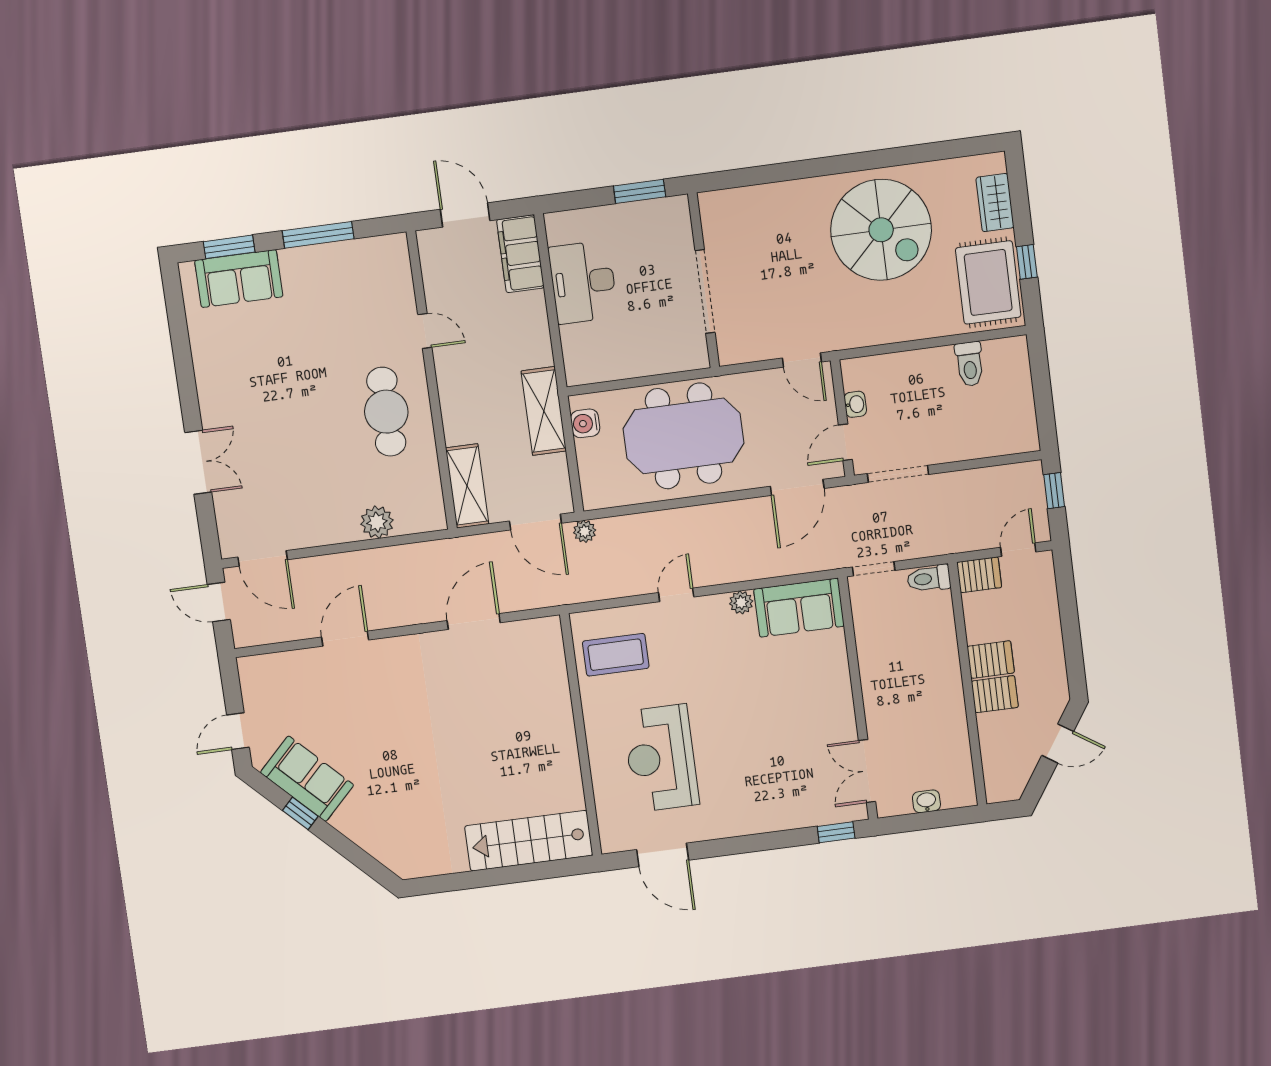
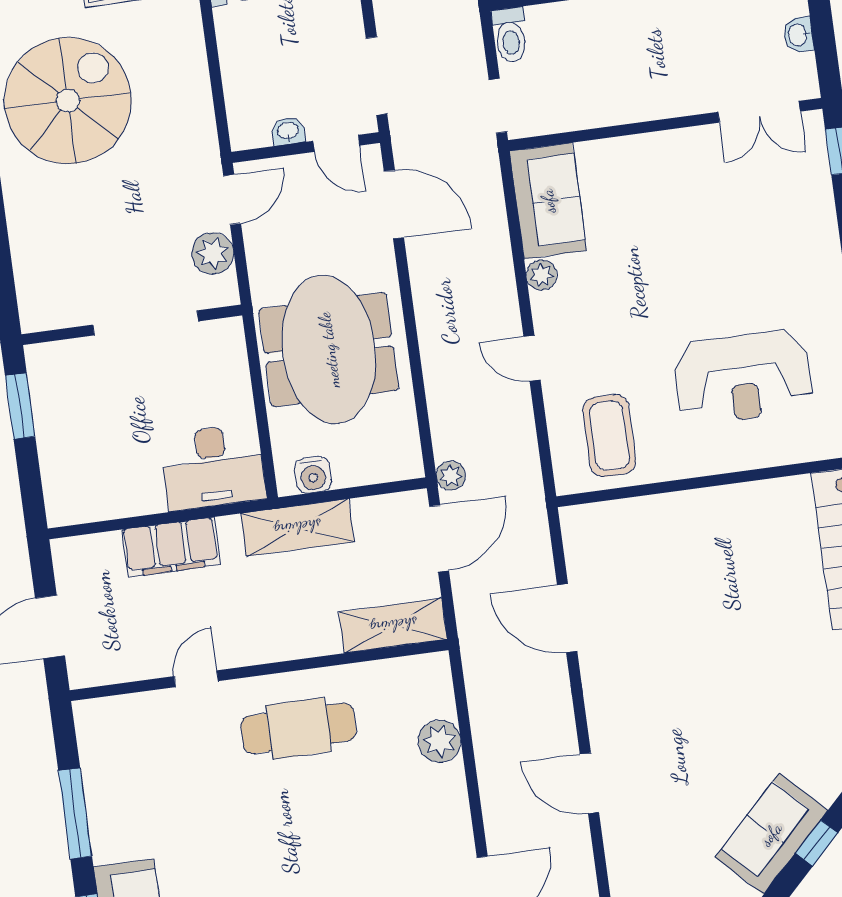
filing cabinet: (520, 254) -> (171, 547), moved
desk: (583, 282) -> (213, 467), moved
plant: (760, 345) -> (213, 253), added

